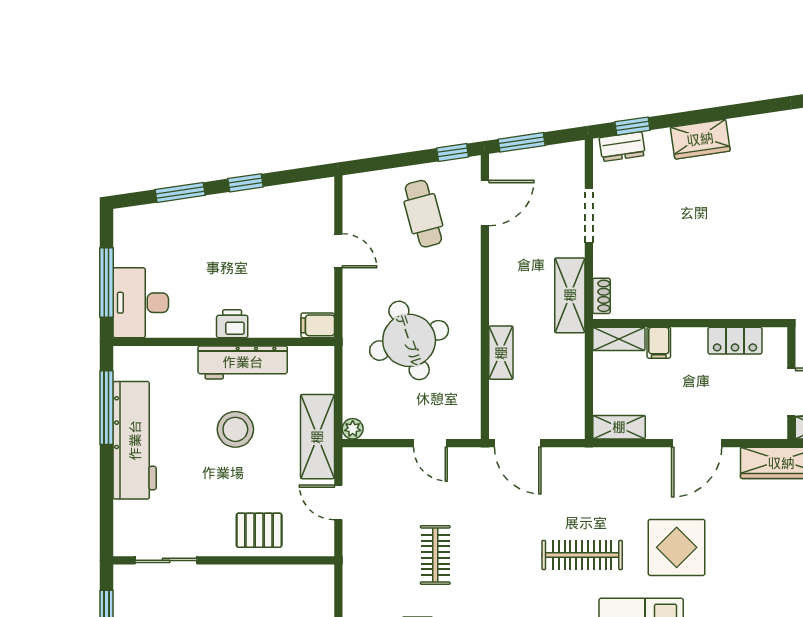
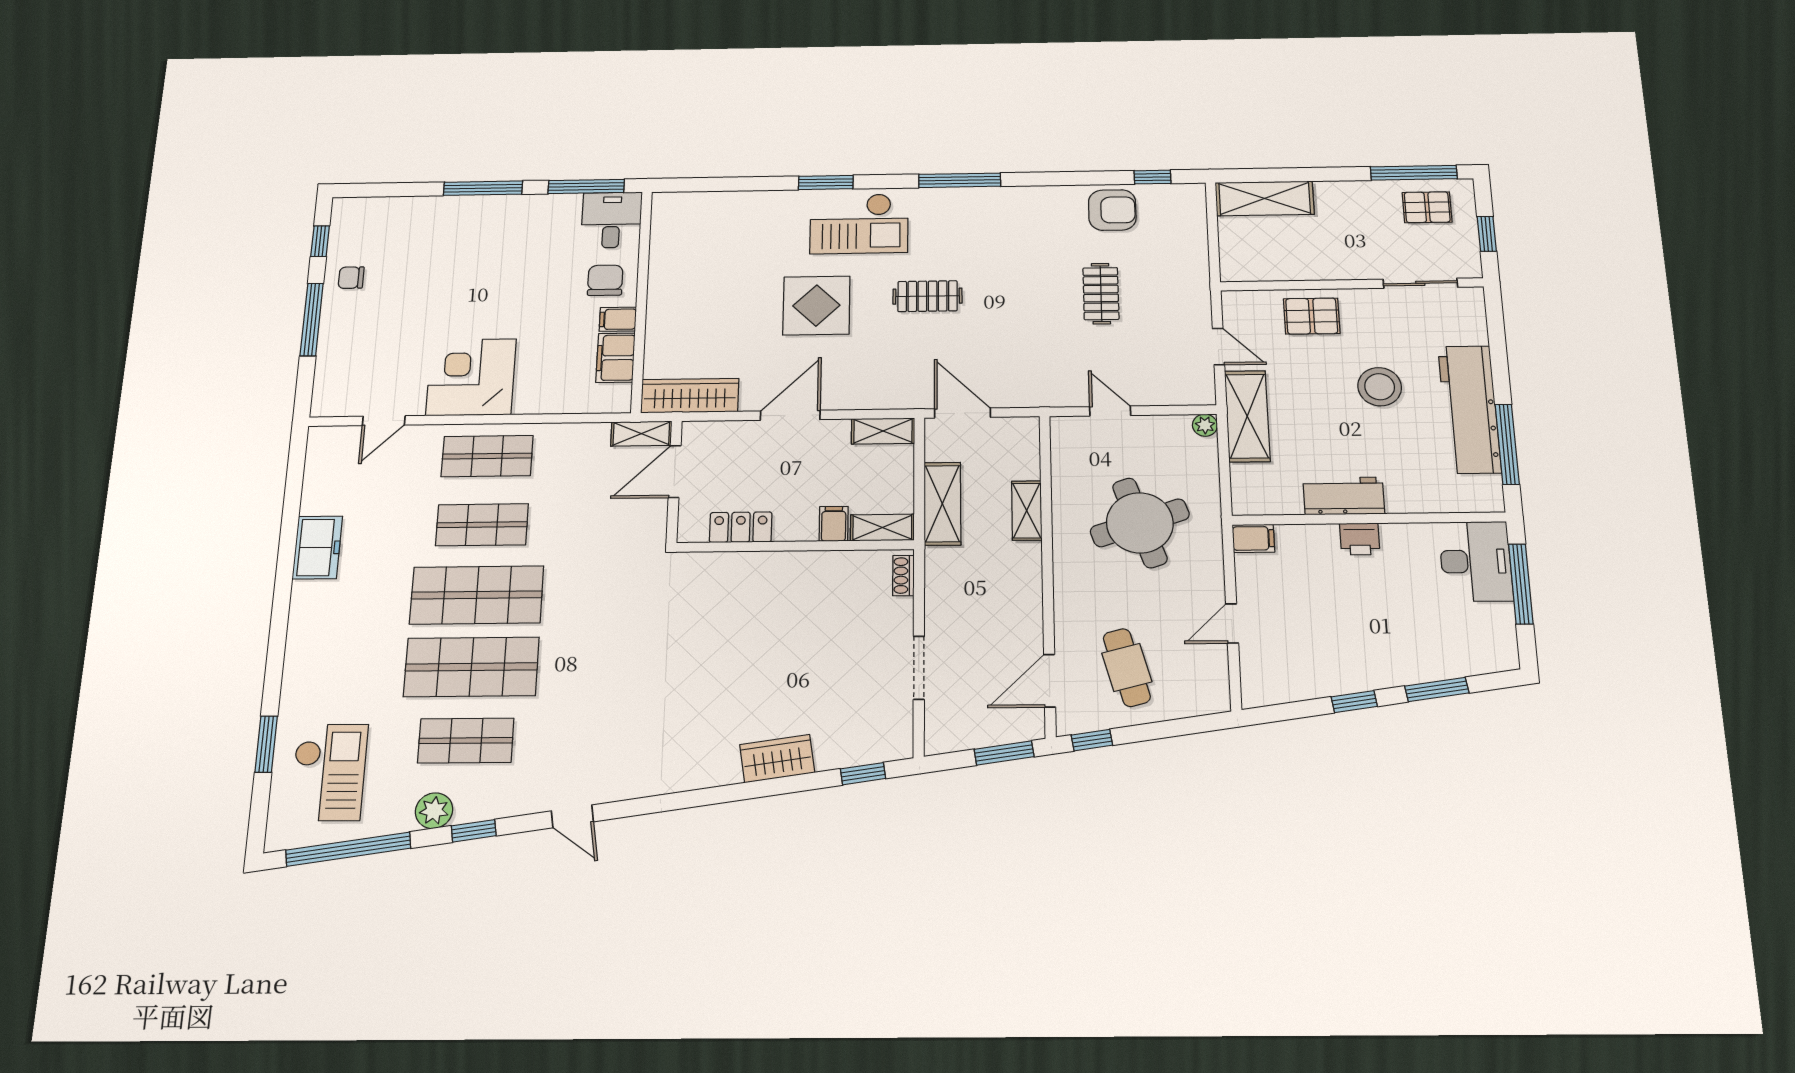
dresser: (622, 147) -> (876, 749), removed
door: (338, 251) -> (1232, 623), hinge flipped
shelving: (570, 295) -> (942, 504), moved
workbench: (243, 362) -> (1344, 496), width x0.73
stool: (235, 429) -> (1380, 387), moved
door: (518, 443) -> (962, 413), moved
clothes rail: (582, 555) -> (927, 296), width x0.73

